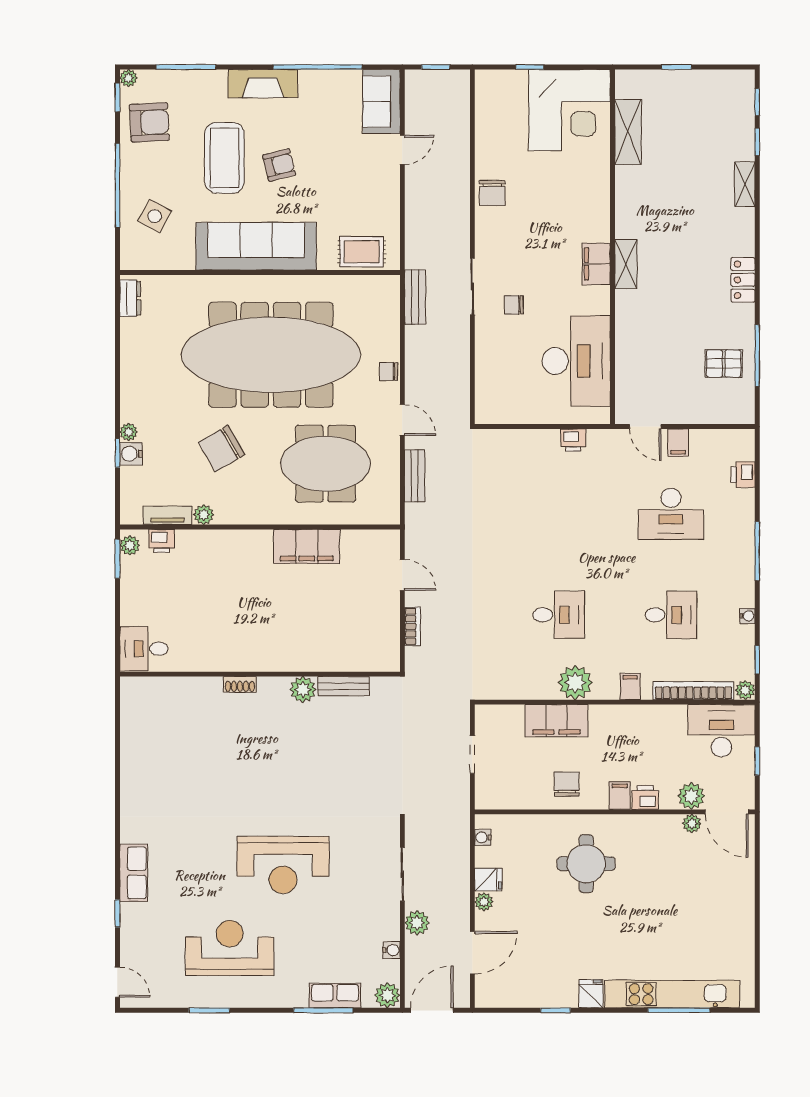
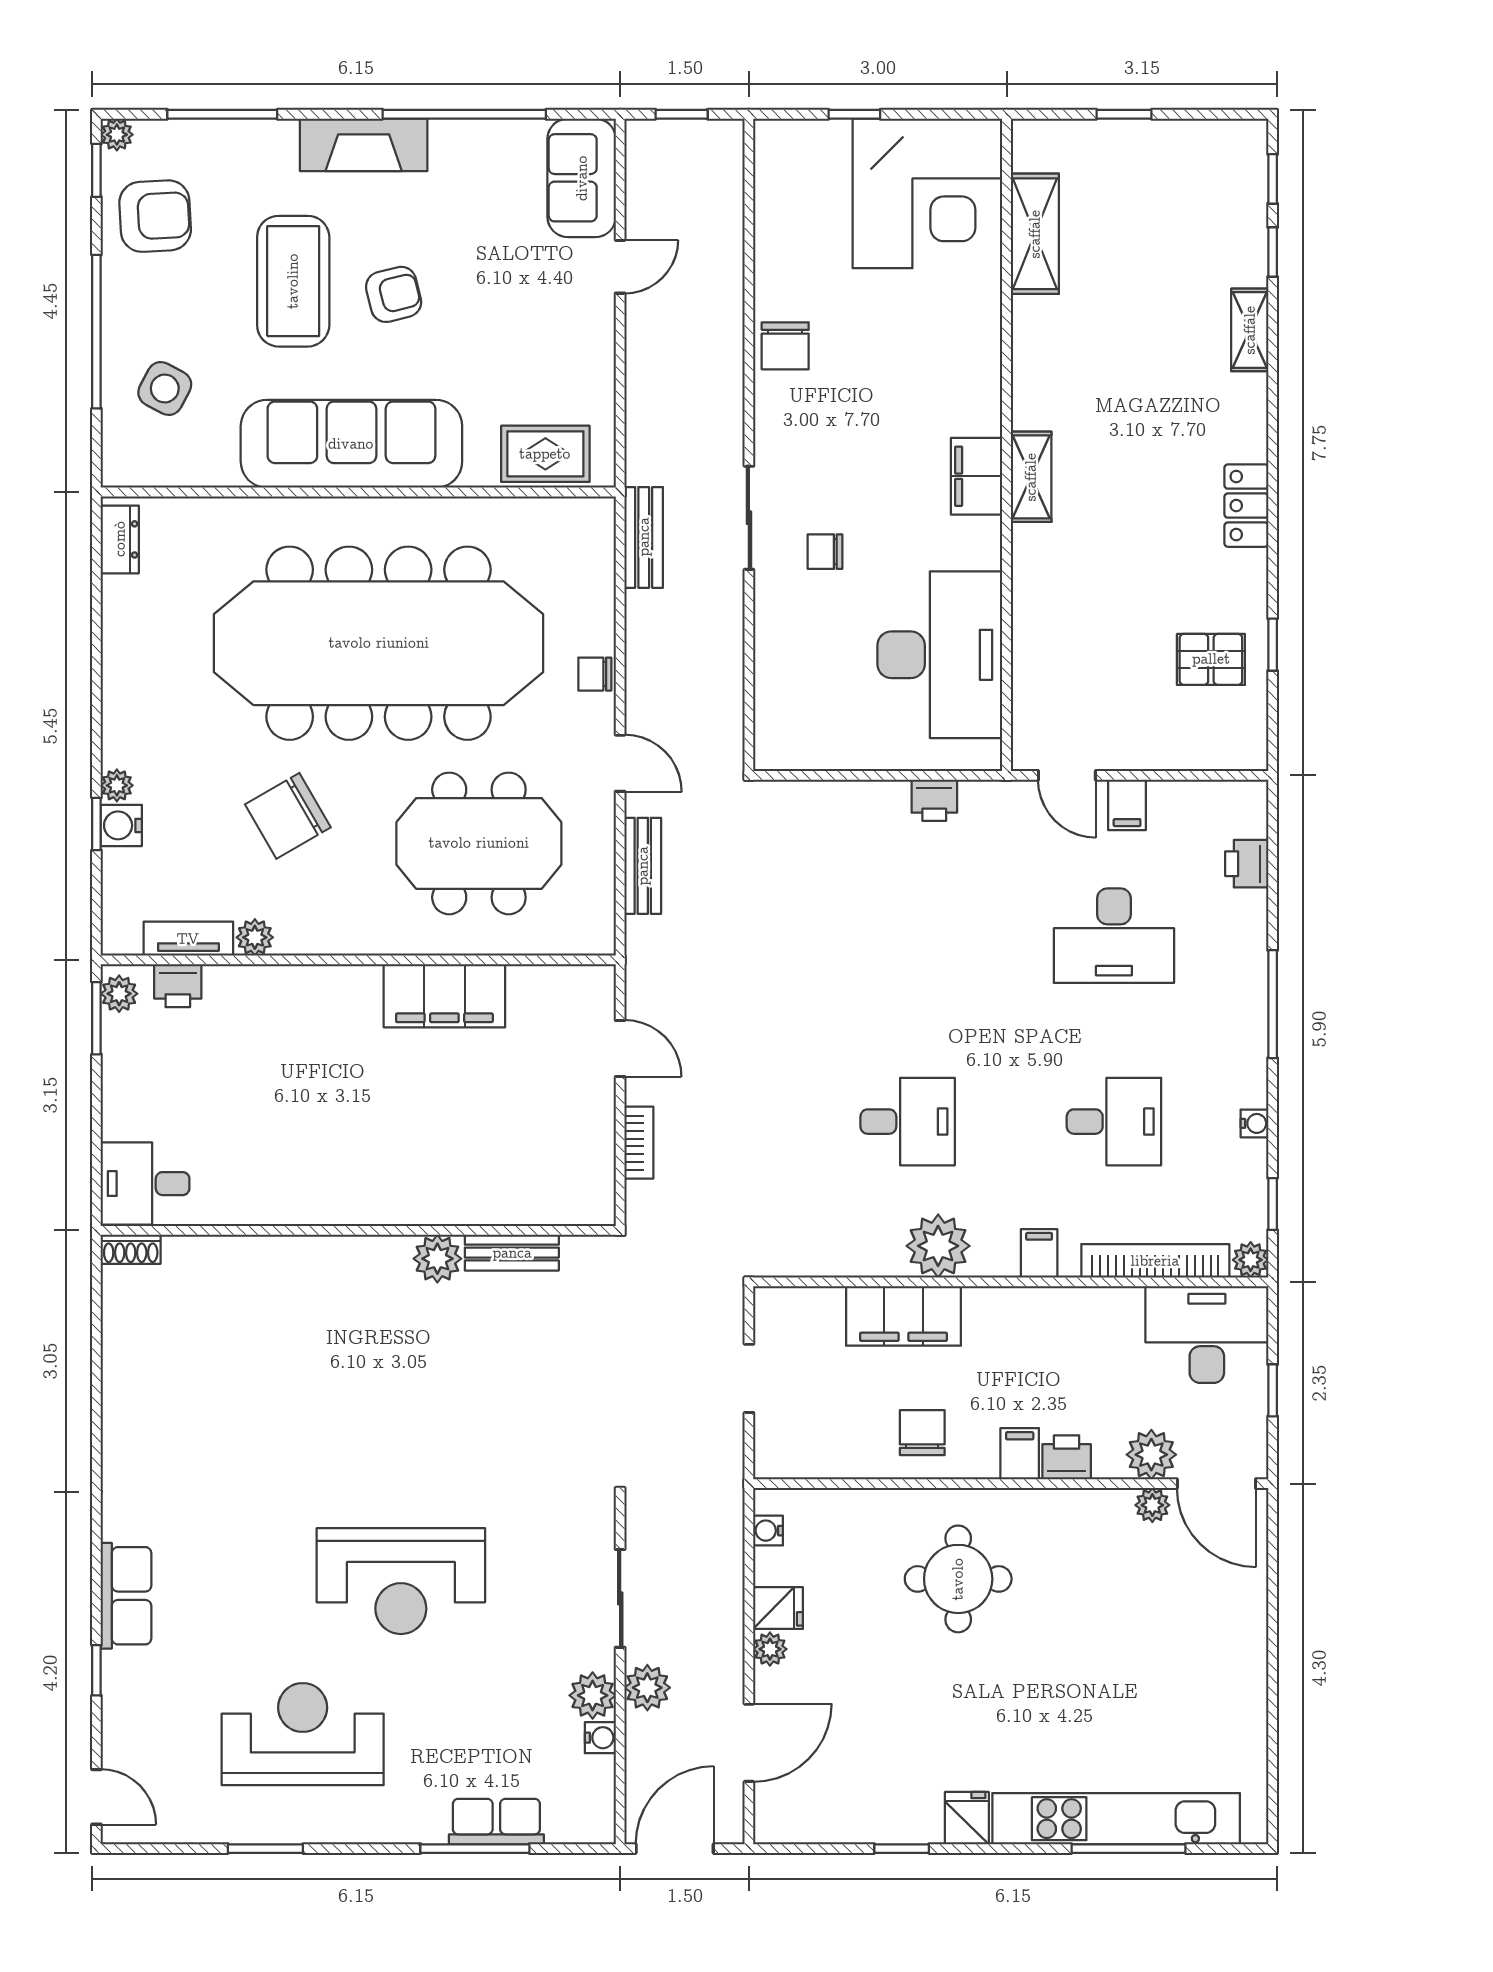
window: (757, 355) -> (1273, 645), width x0.46
shoe rack: (240, 684) -> (131, 1249), moved
plant: (387, 995) -> (593, 1695), moved

